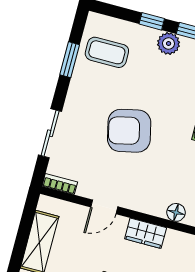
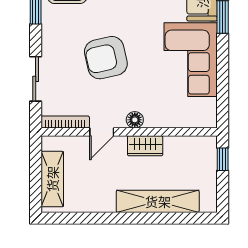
bookcase: (60, 184) -> (65, 122), width x1.56
floor lamp: (176, 212) -> (135, 120), moved

